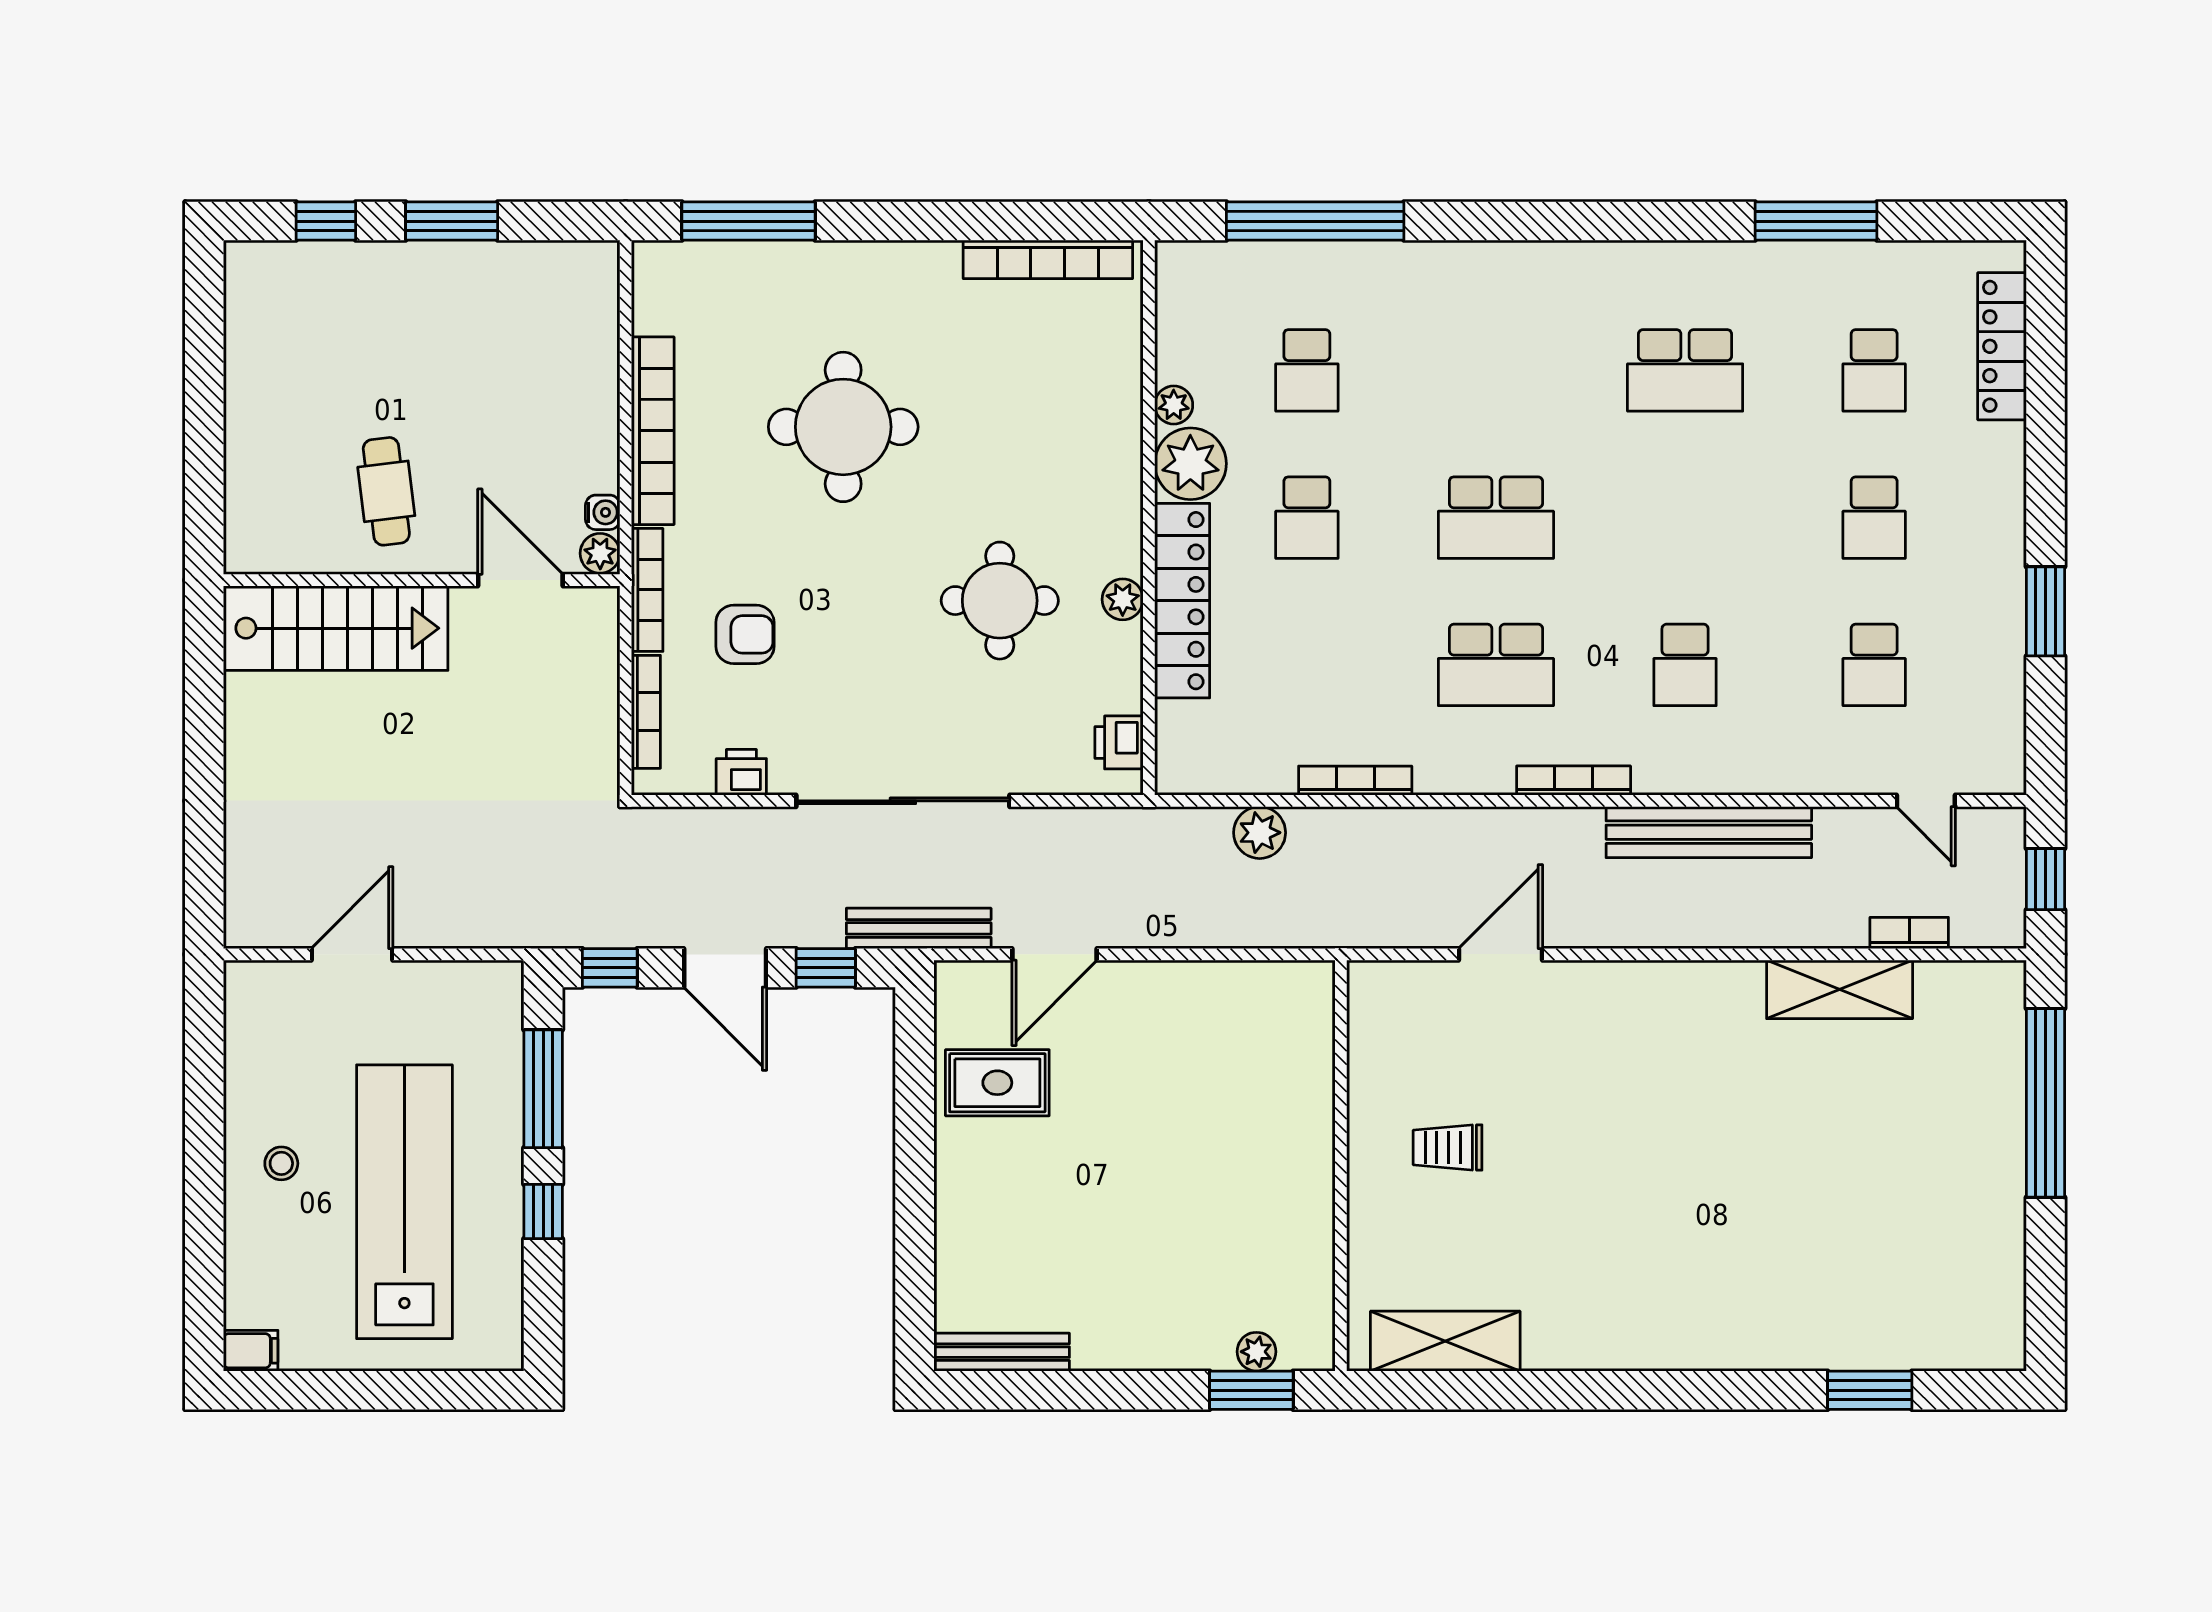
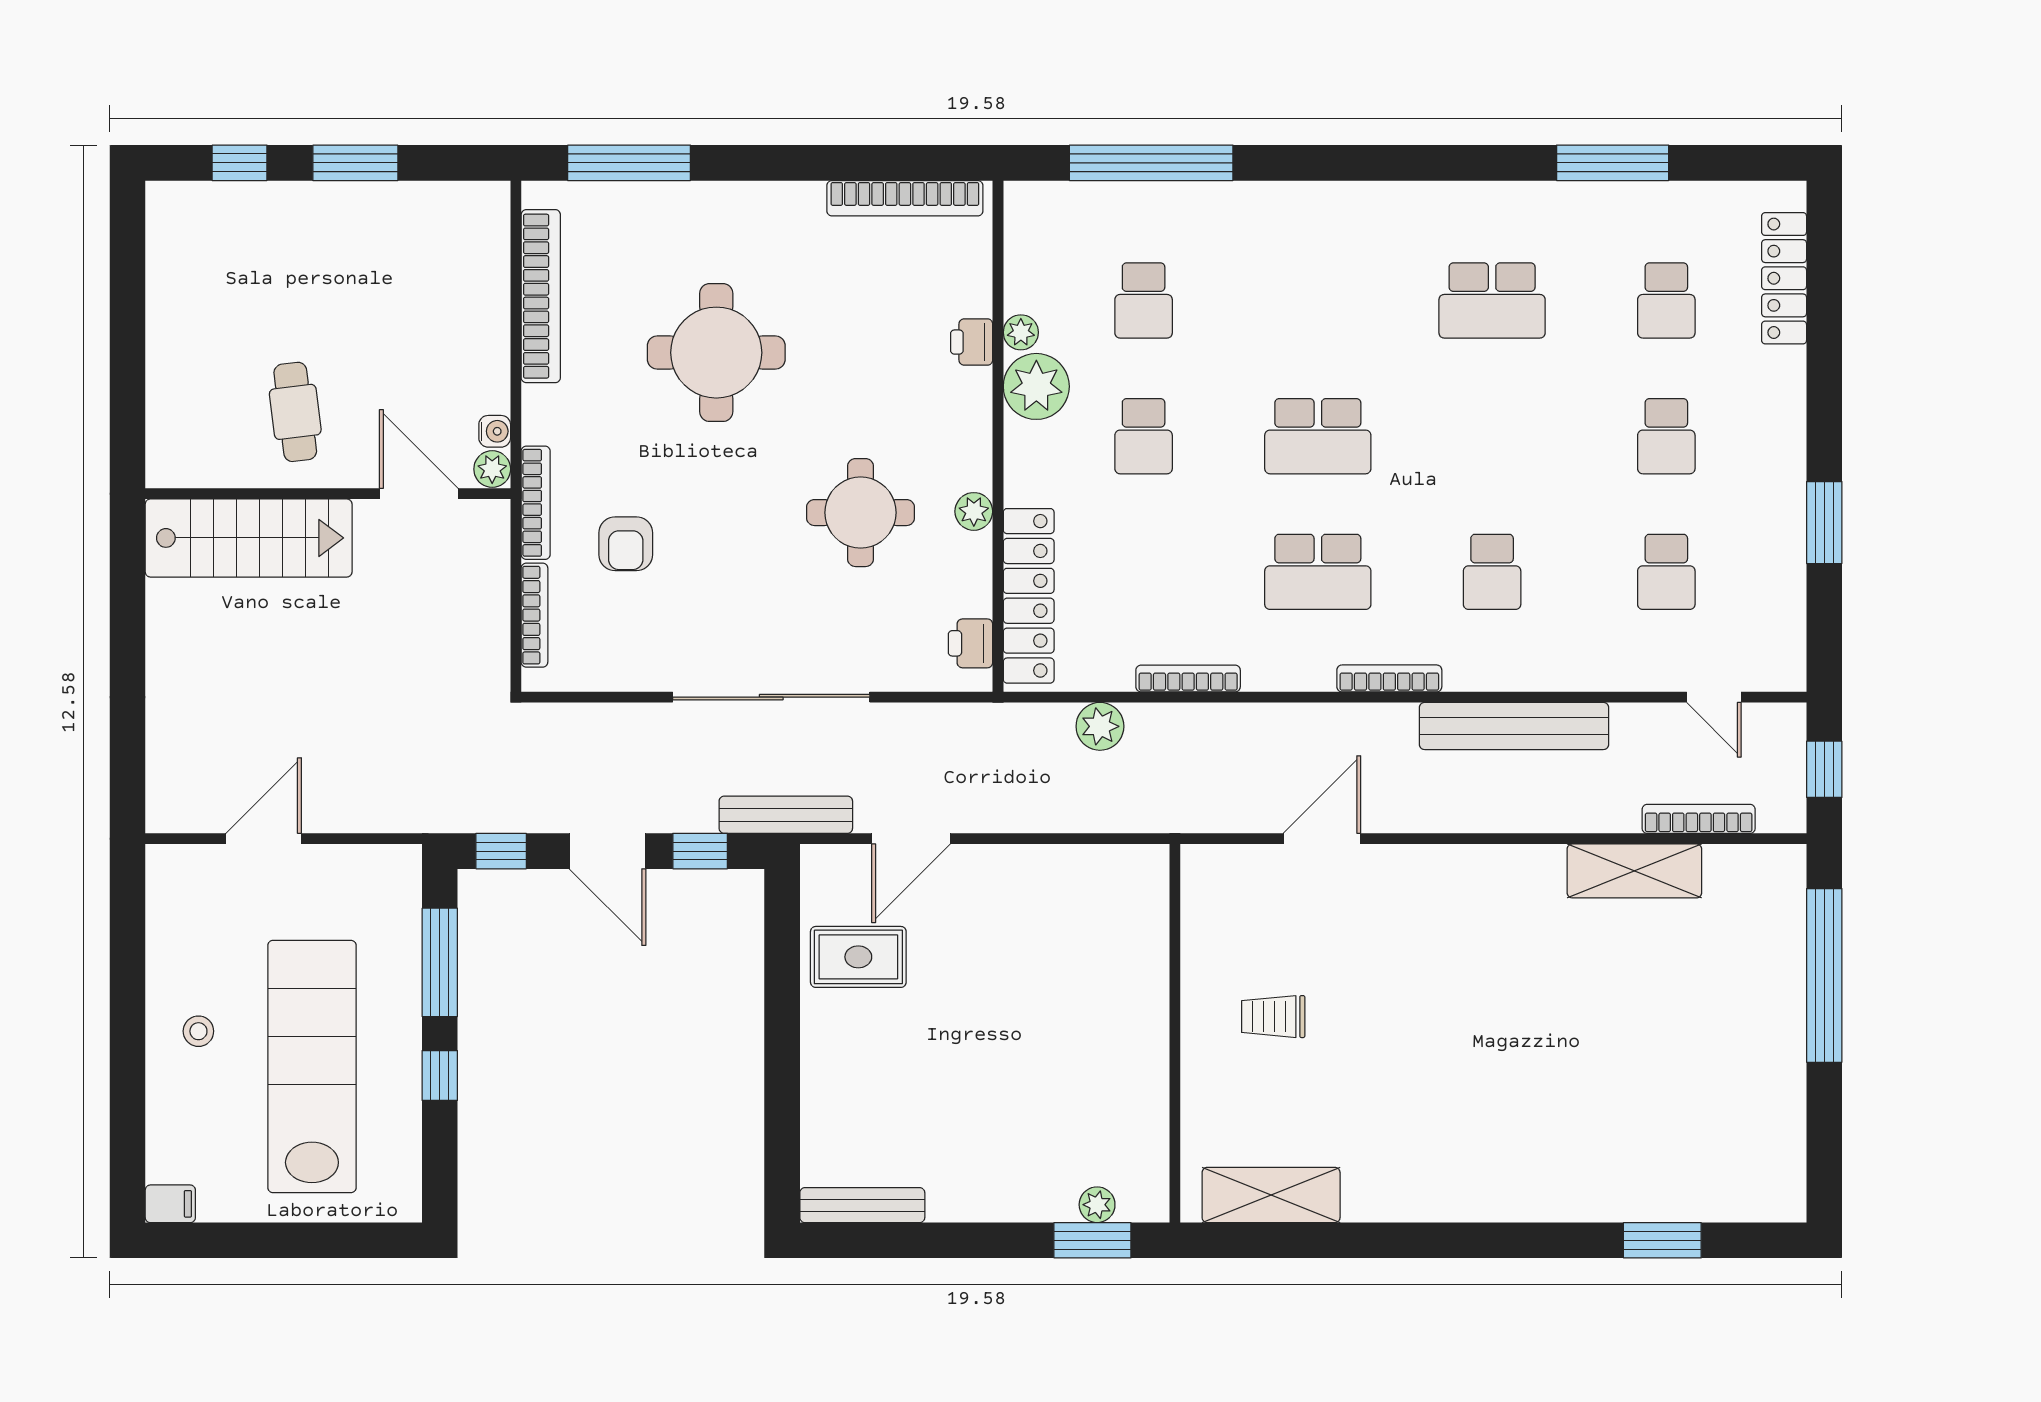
bookcase: (653, 431) -> (541, 296), moved
locker: (1182, 601) -> (1029, 596), moved
armchair: (745, 634) -> (626, 544), turned 90
printer: (741, 772) -> (972, 342), moved, turned -90
bookcase: (1909, 933) -> (1699, 819), width x1.56

